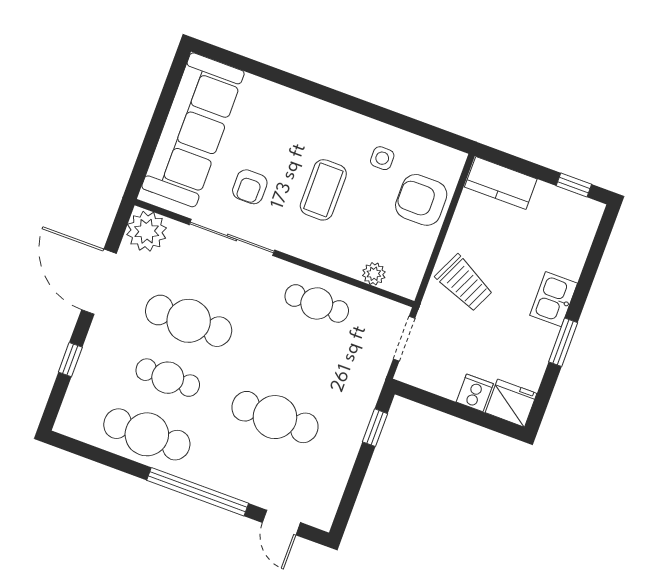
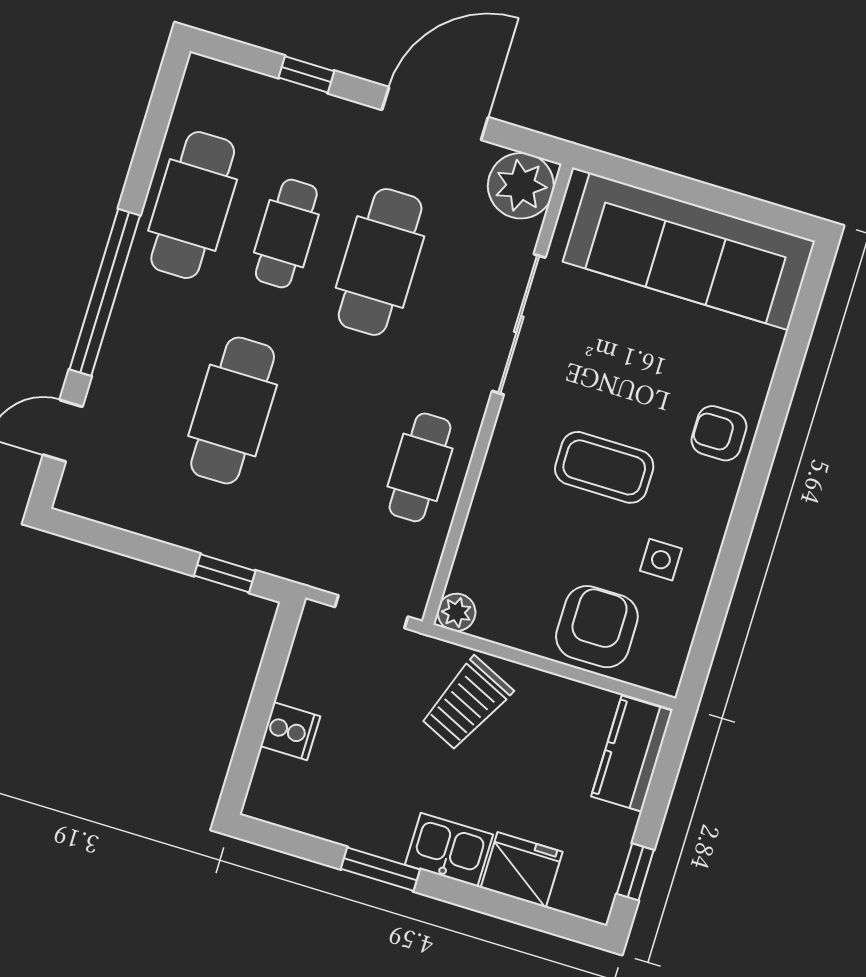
armchair: (250, 187) -> (719, 433), moved
plant: (374, 274) -> (456, 612), moved
fridge: (511, 403) -> (522, 870), moved, turned -90

